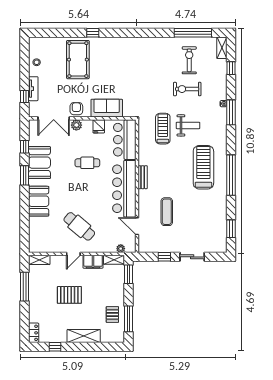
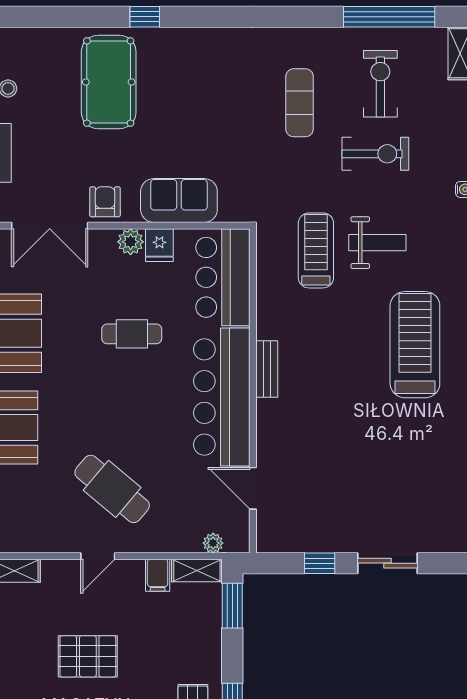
exercise bike: (187, 89) -> (375, 154), turned 180
plant: (76, 125) -> (131, 242), moved
exercise mat: (167, 212) -> (300, 103), moved
filing cabinet: (93, 262) -> (158, 575), width x0.50

